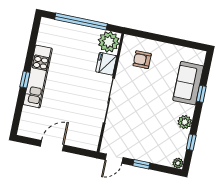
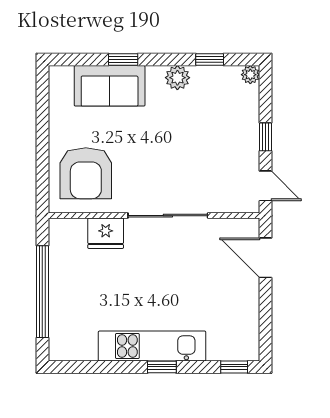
plant: (109, 42) -> (67, 237), removed
armchair: (142, 60) -> (86, 173), width x1.88, depth x1.88
window: (16, 120) -> (234, 367), added
door: (52, 146) -> (265, 258), moved

